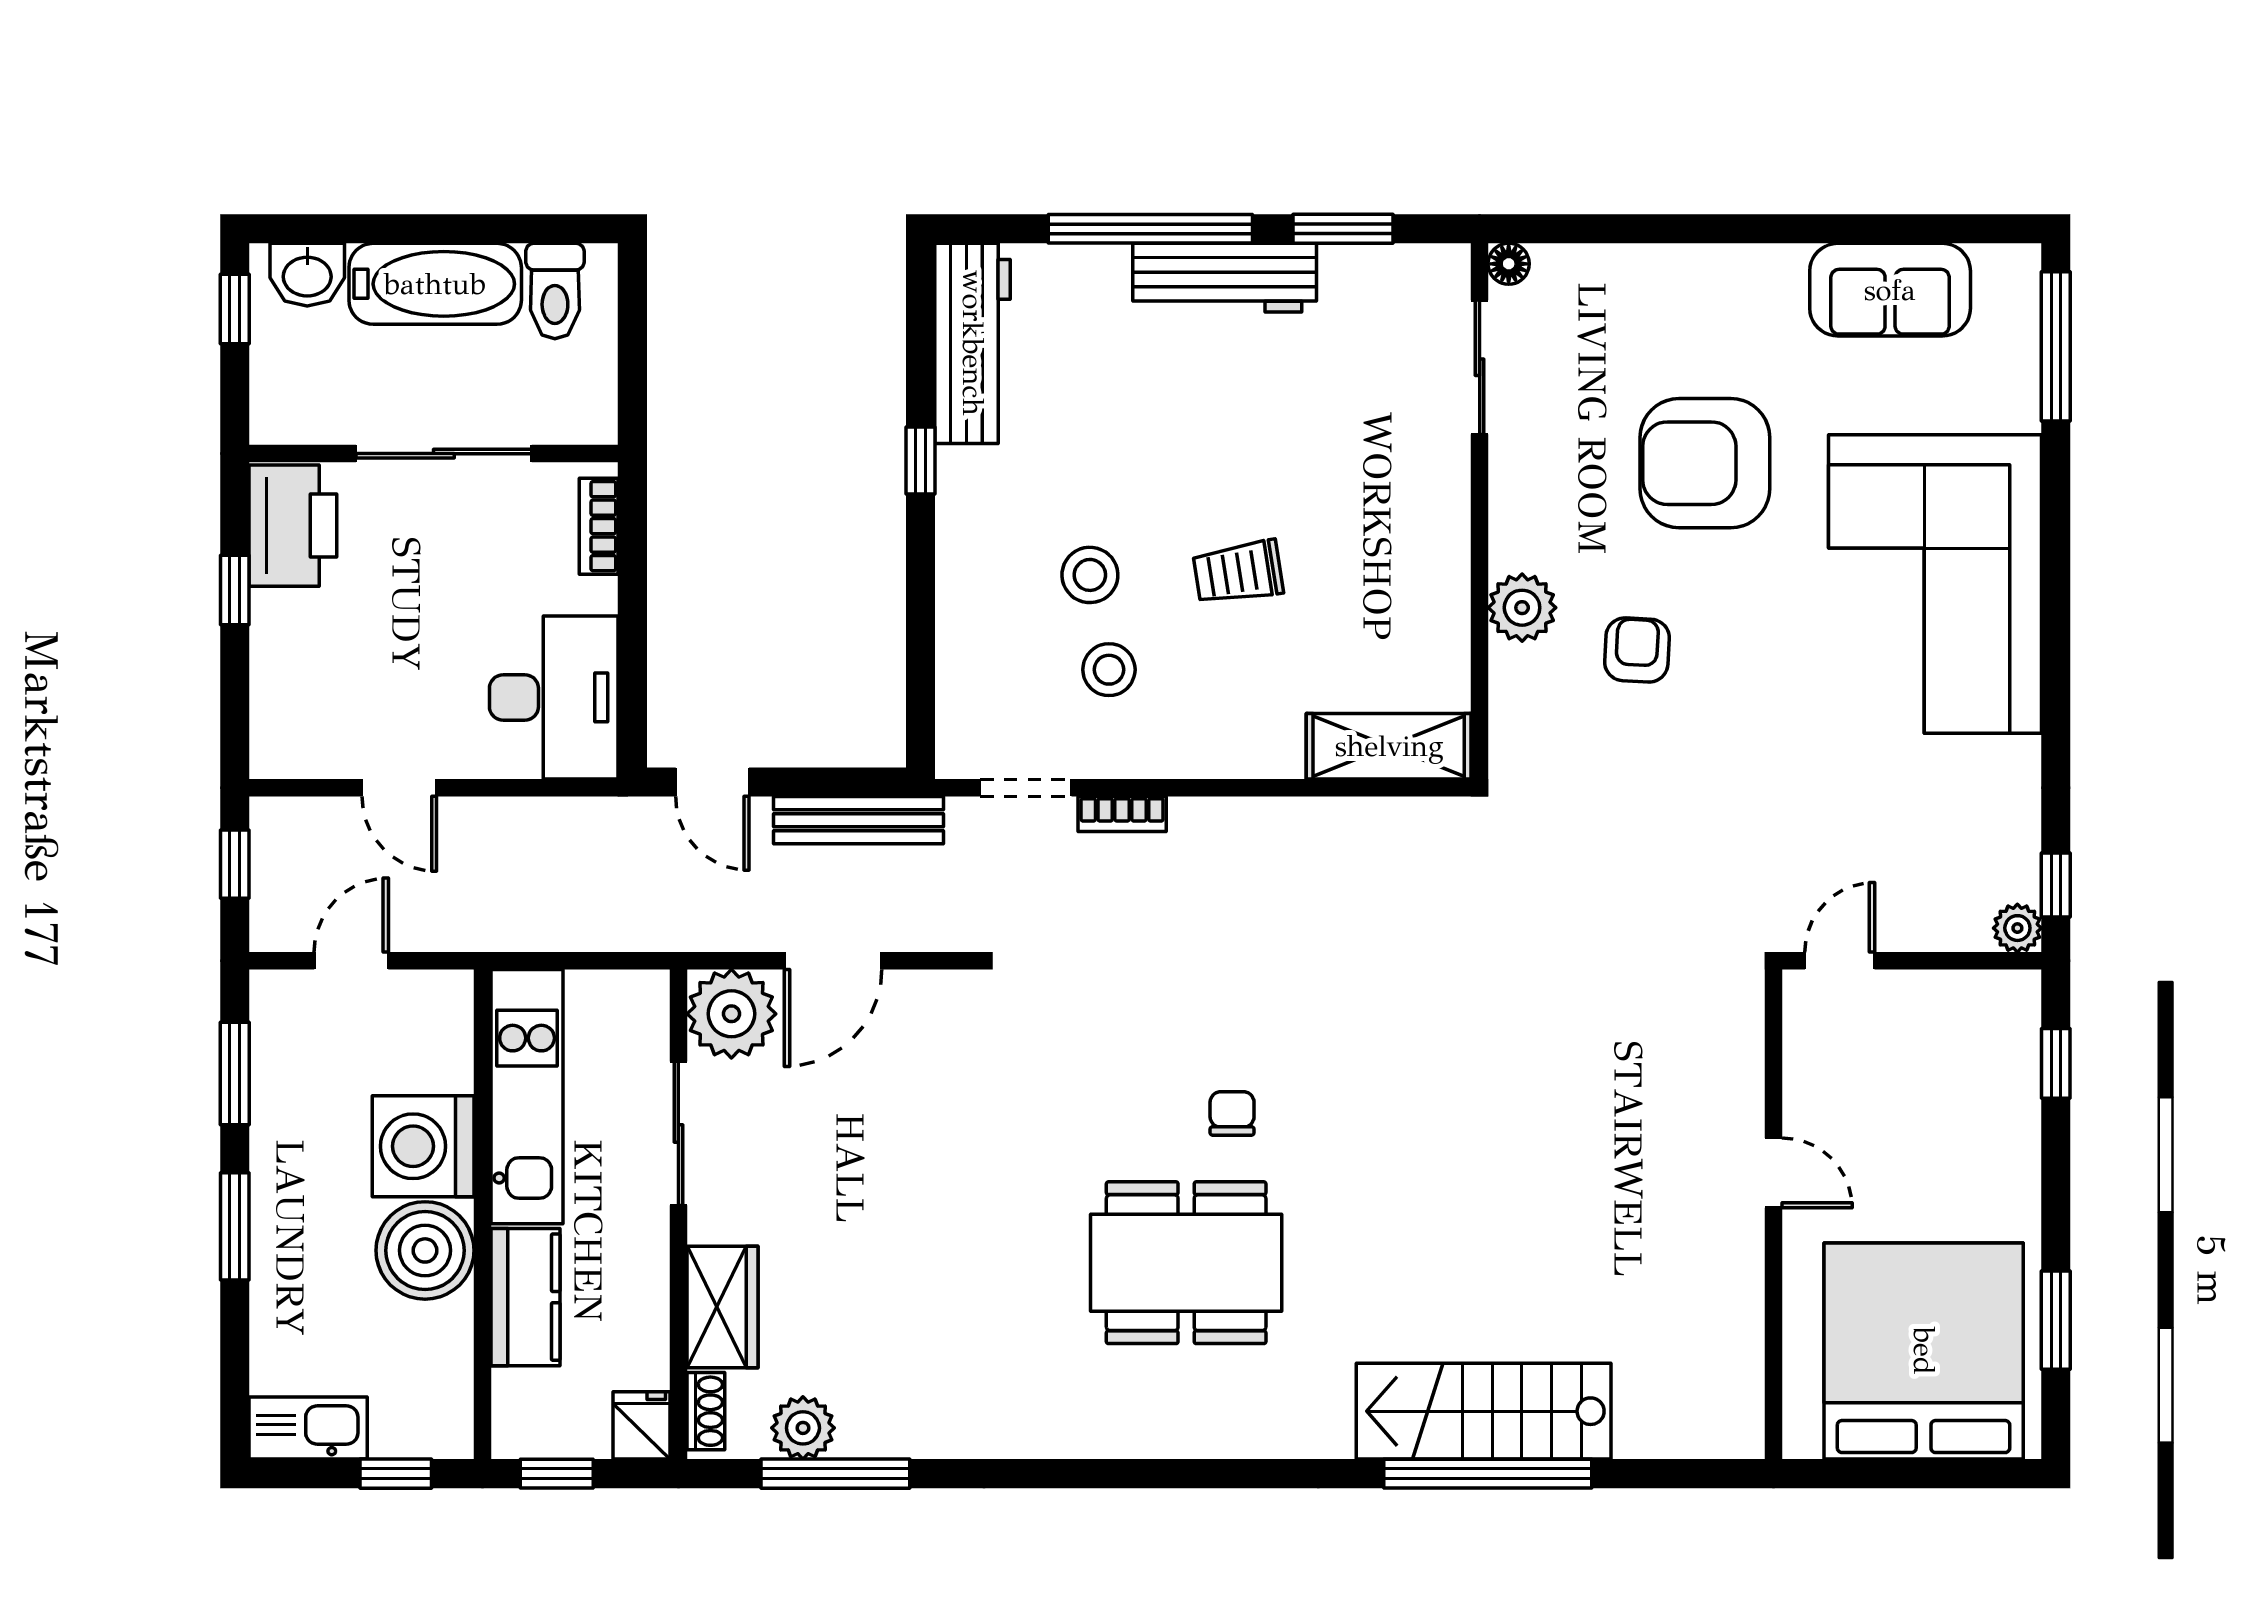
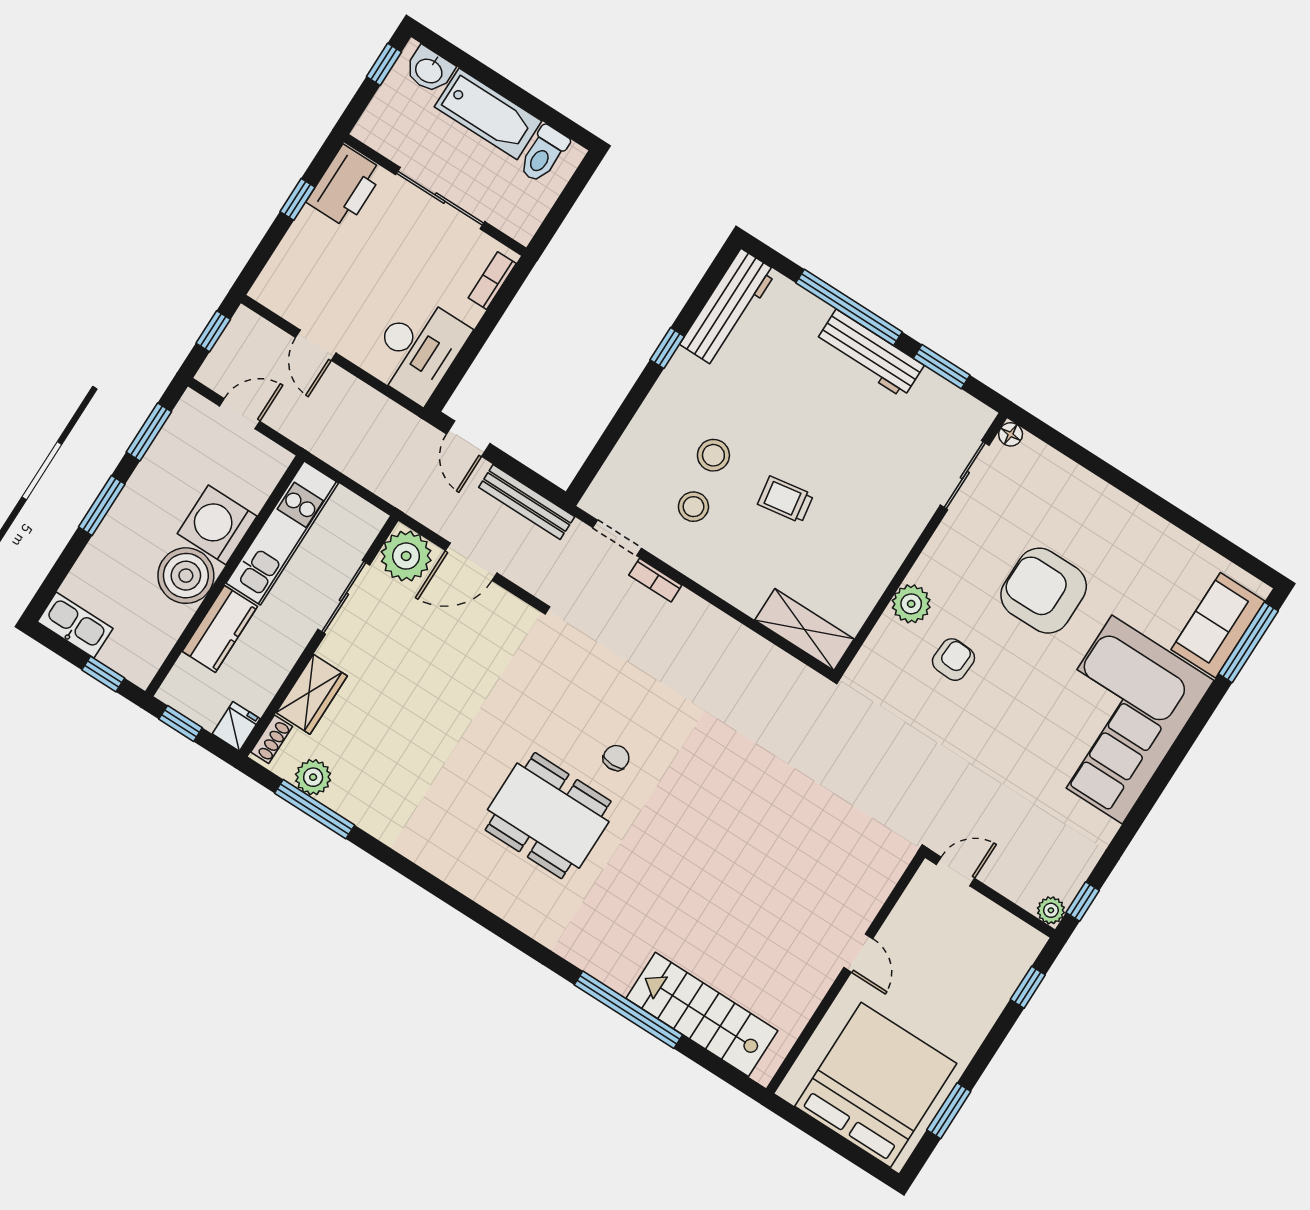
sofa: (1890, 290) -> (1218, 625), moved, turned 90
stairs: (1484, 1411) -> (702, 1014), moved

